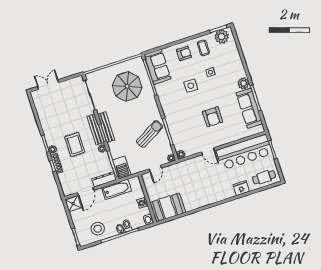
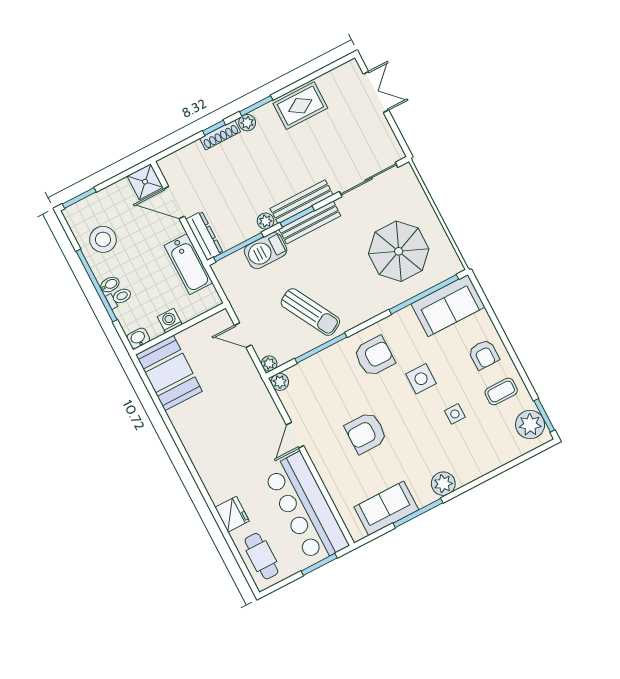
armchair: (176, 107) -> (374, 356), added
sofa: (249, 108) -> (386, 508), width x0.73
rug: (75, 145) -> (300, 106), moved
barbecue: (122, 167) -> (265, 251), moved

